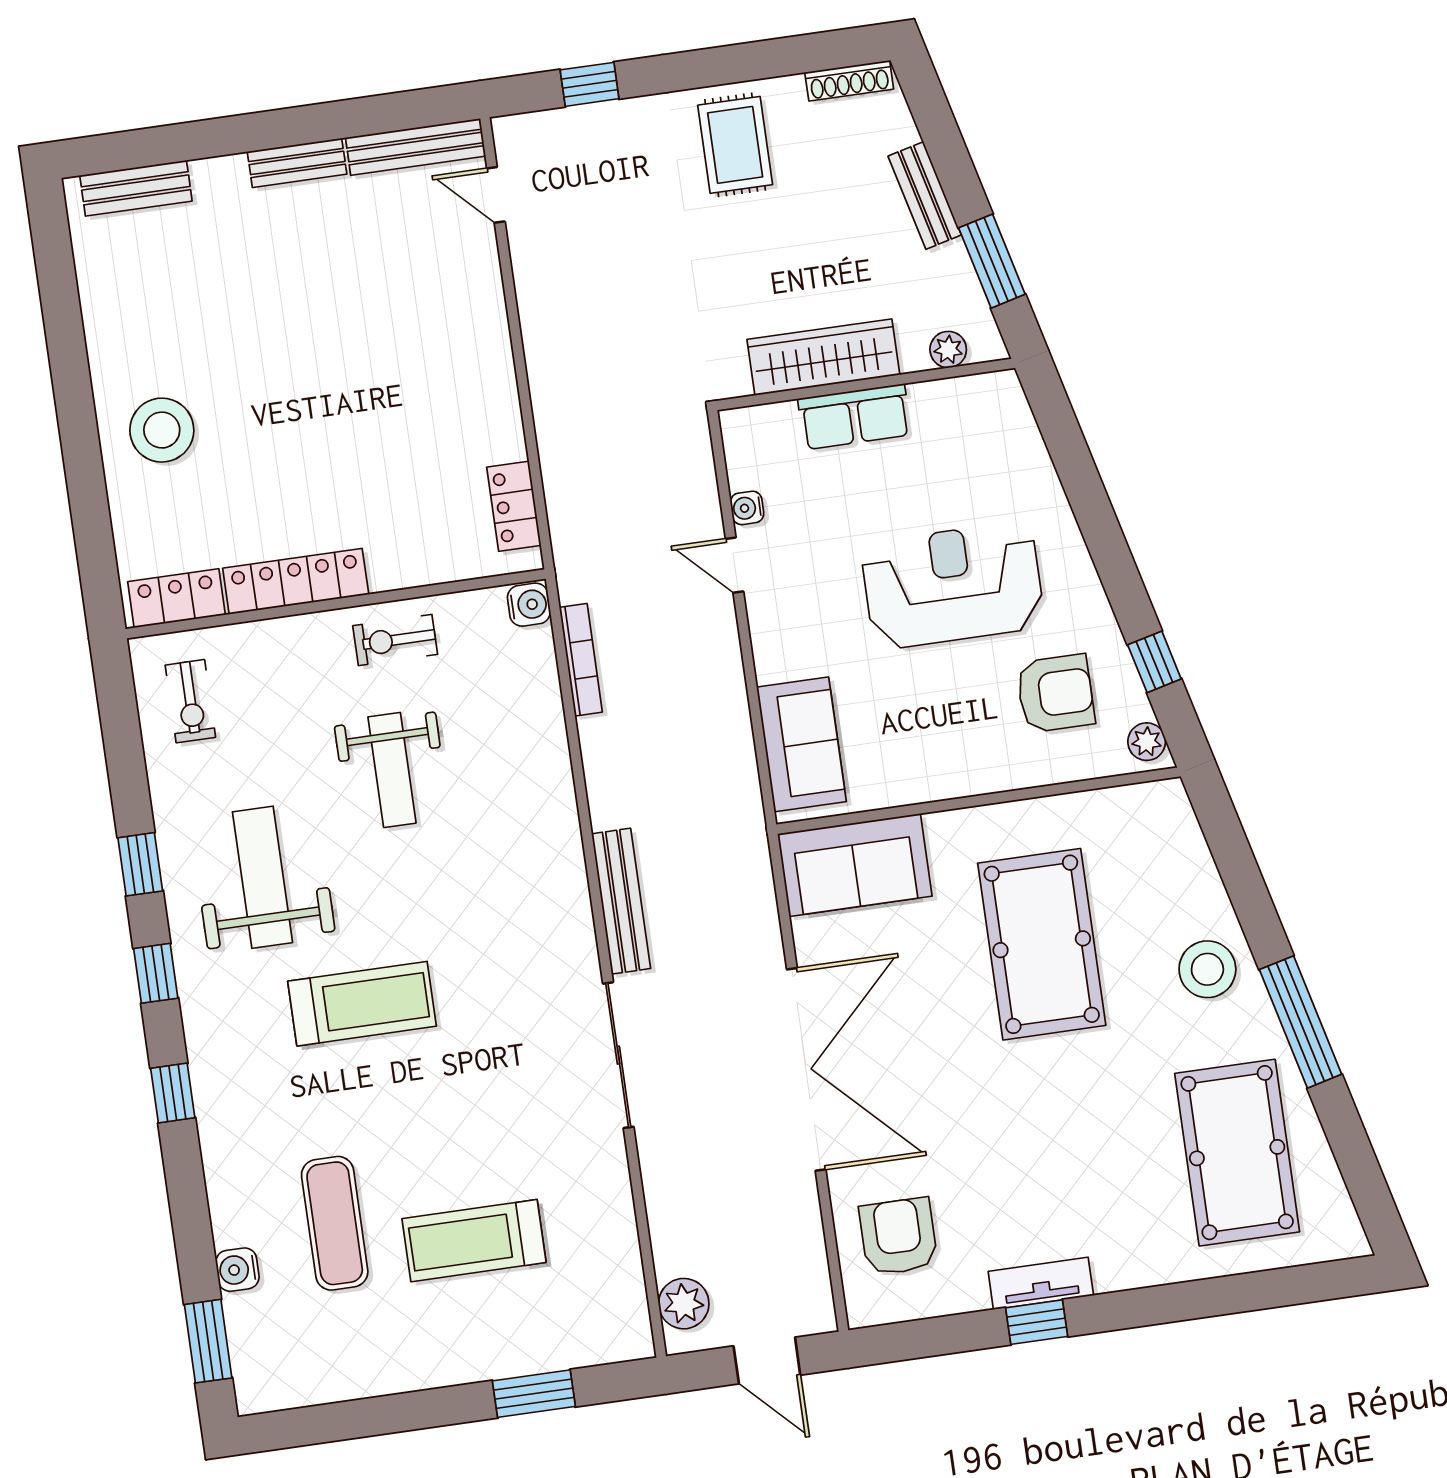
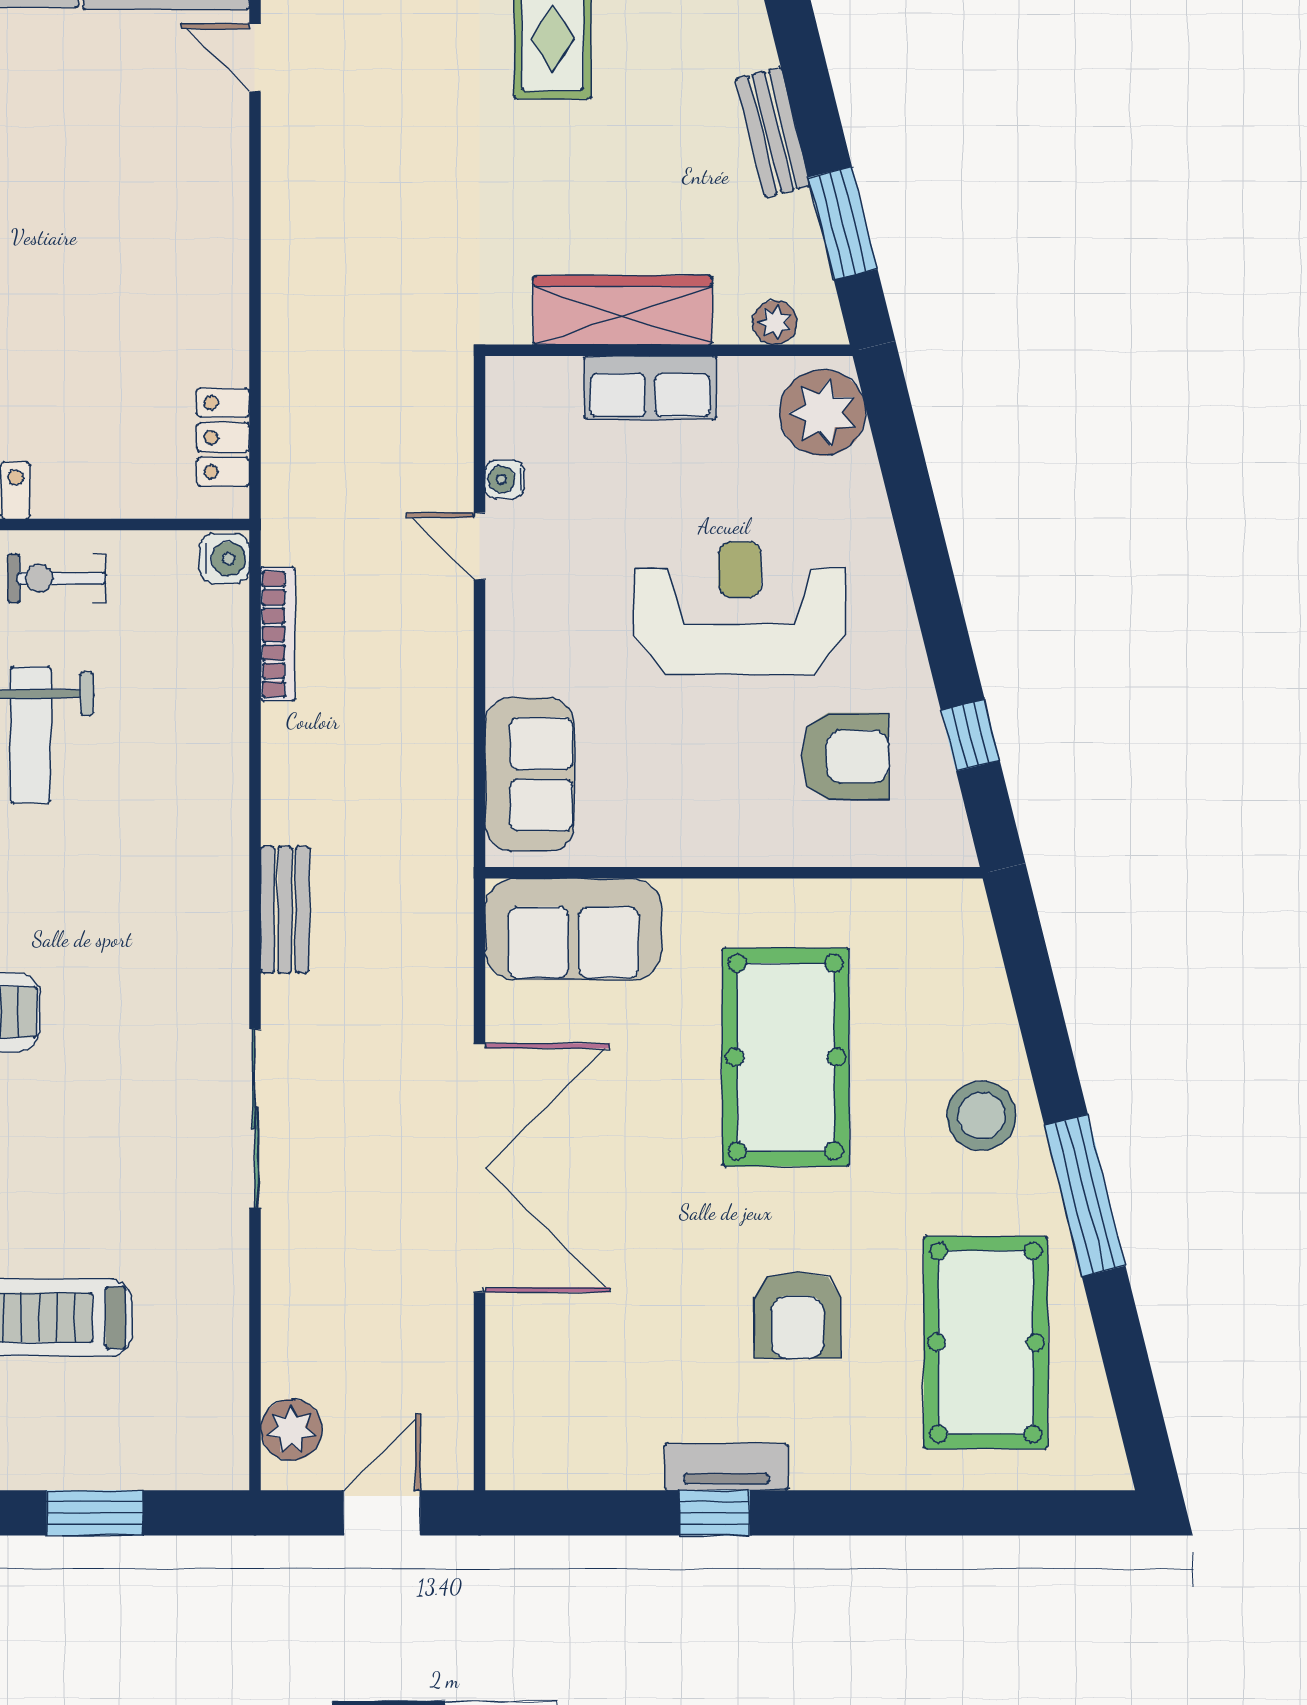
plant: (1147, 742) -> (823, 413), moved, width x1.87, depth x1.87
bench: (621, 901) -> (285, 910), width x0.73
armchair: (898, 1237) -> (798, 1315), moved, turned 180
door: (767, 1361) -> (382, 1513), swing flipped

